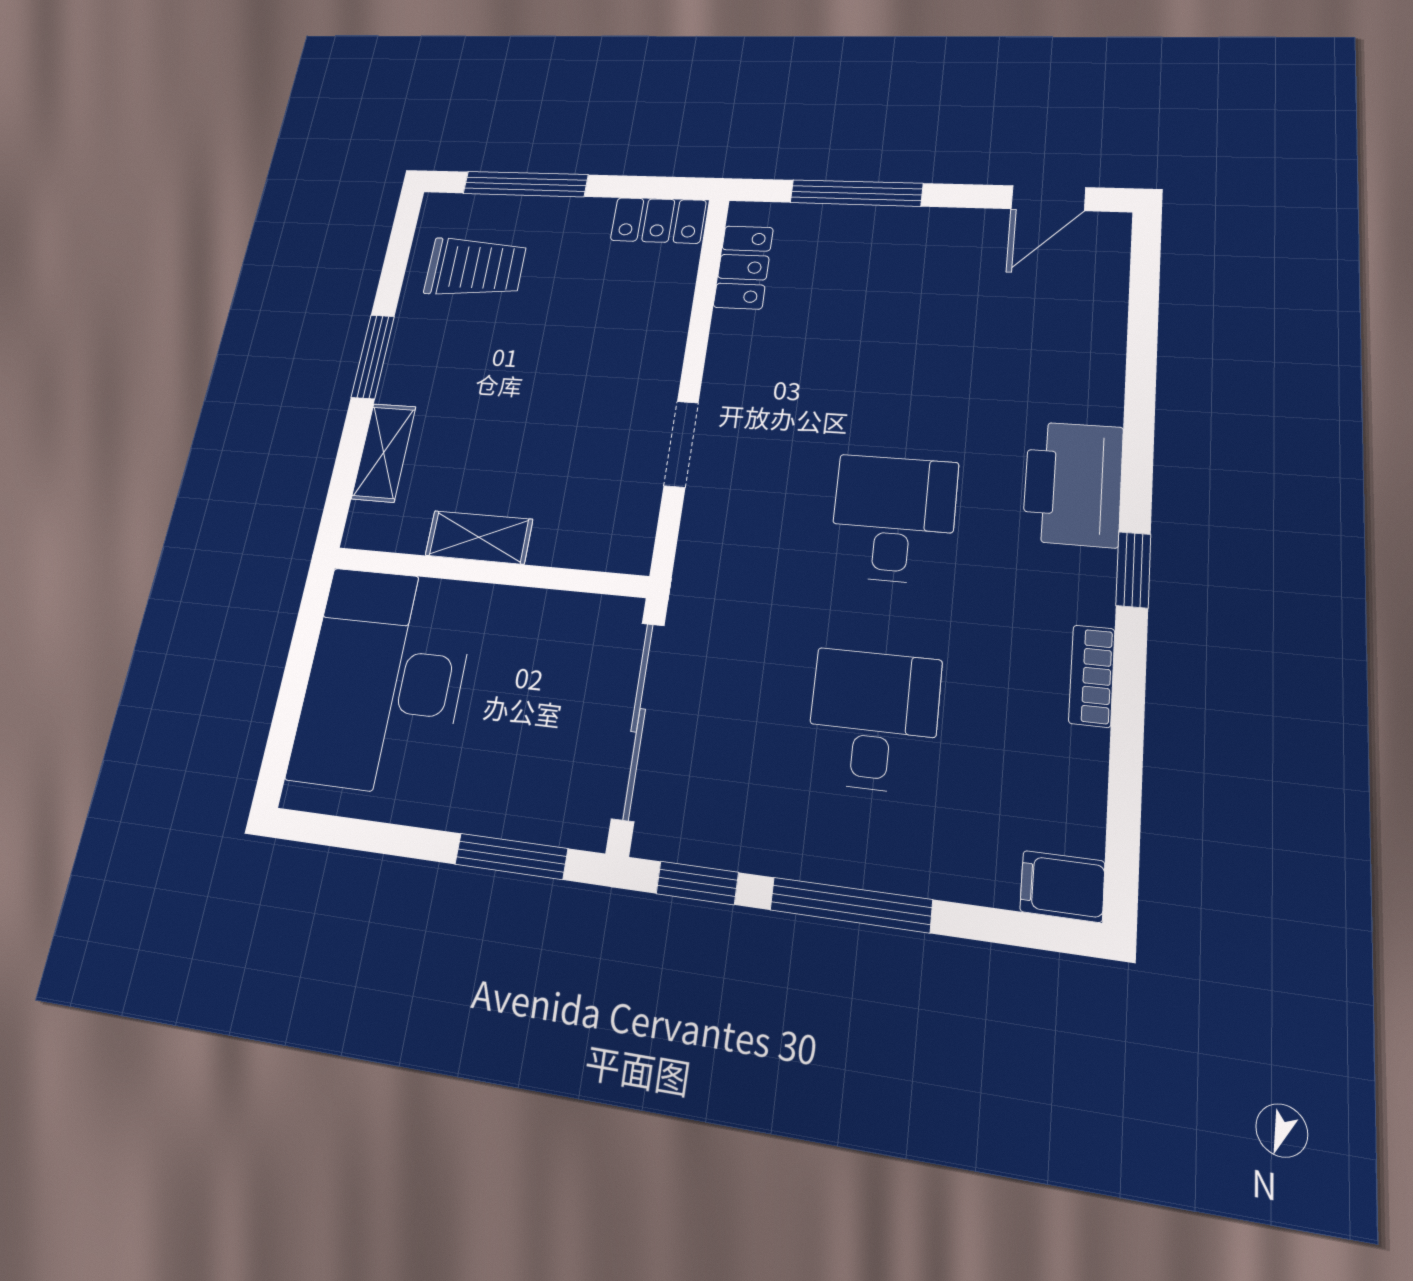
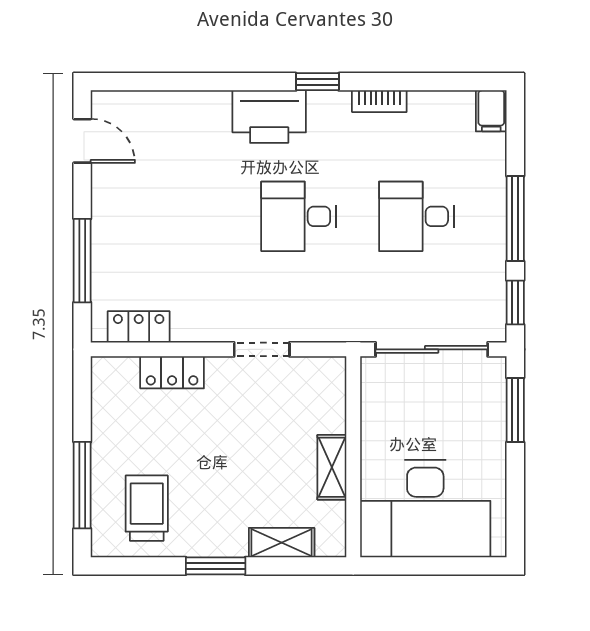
locker: (658, 220) -> (172, 372), moved, turned 90

